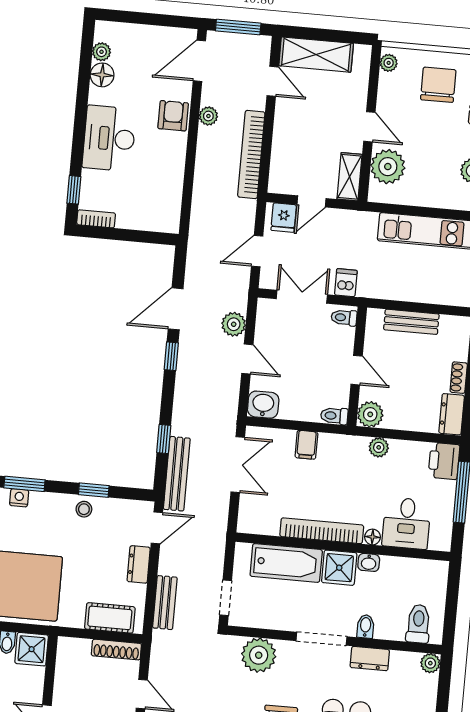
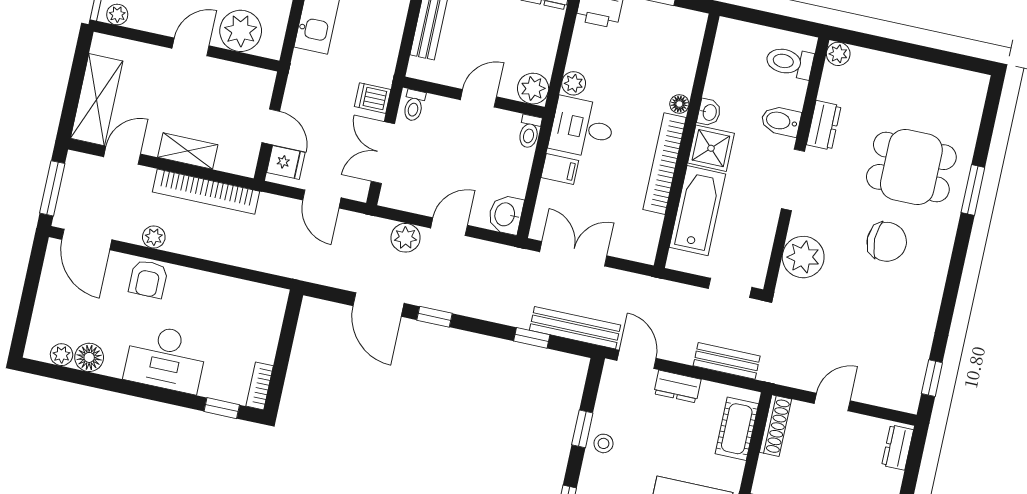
armchair: (173, 116) -> (148, 279), turned -90
shelving: (350, 177) -> (188, 151), moved
desk: (406, 523) -> (582, 128), moved, turned 180
bidet: (365, 626) -> (781, 121), width x1.38, depth x1.36

